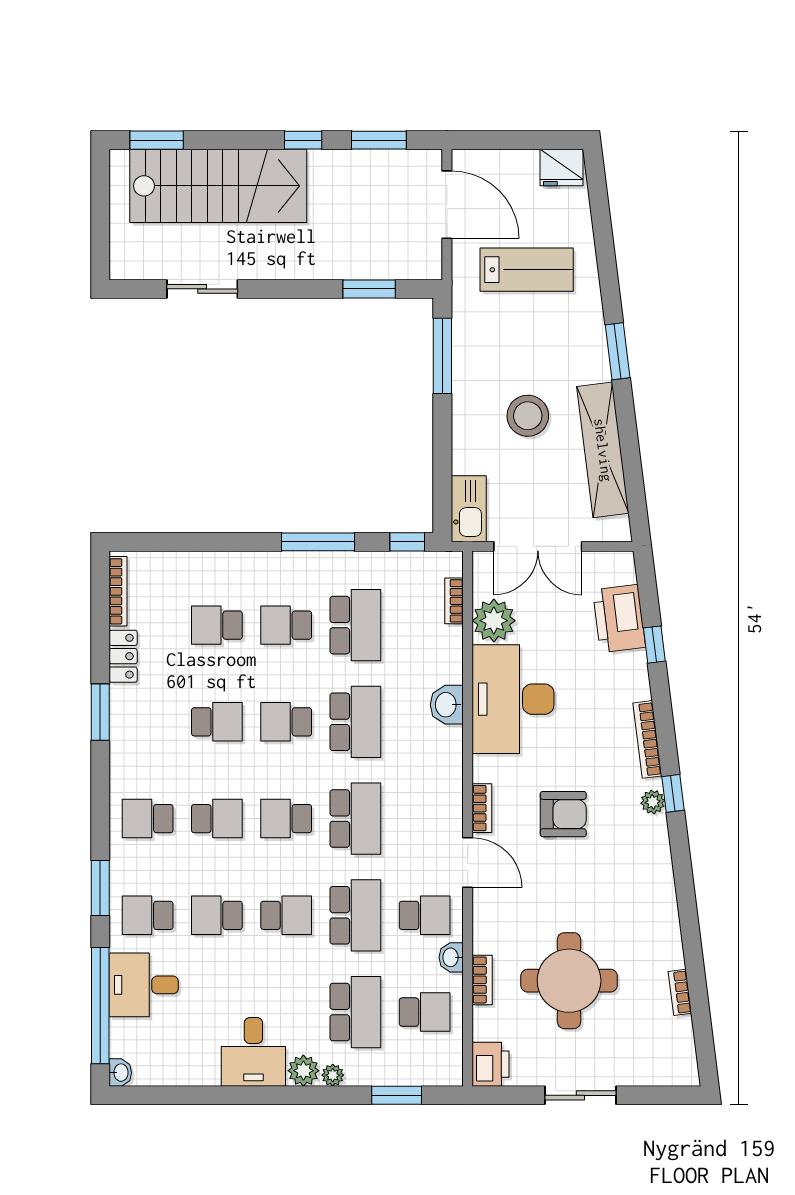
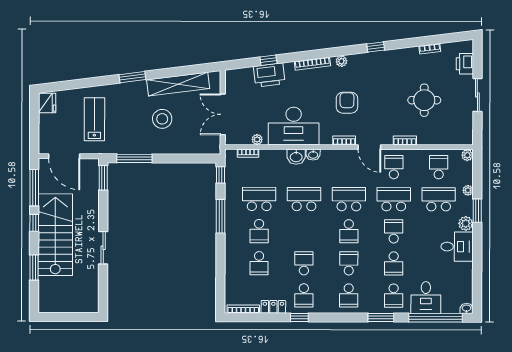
window: (157, 140) -> (34, 267), moved
window: (379, 140) -> (34, 188), width x1.44
stairs: (218, 186) -> (55, 235), moved
door: (447, 205) -> (64, 156), swing flipped
sliding door: (202, 289) -> (103, 248), moved
window: (369, 289) -> (103, 178), moved
kitchen sink: (469, 509) -> (205, 146), removed
double door: (538, 546) -> (223, 114), swing flipped
printer: (619, 619) -> (269, 75), moved
plant: (494, 621) -> (257, 139), width x0.53, depth x0.53
window: (100, 712) -> (299, 317), width x0.67
school desk: (286, 722) -> (304, 295), moved
window: (673, 793) -> (376, 47), moved
door: (468, 863) -> (369, 147), swing flipped
washbasin: (451, 957) -> (313, 155), moved
bookcase: (482, 980) -> (405, 140), moved
round table: (569, 981) -> (424, 100), width x0.73, depth x0.73
printer: (490, 1064) -> (465, 64), moved, turned -90
plant: (451, 1074) -> (467, 155), added
plant: (333, 1075) -> (468, 190), moved
window: (397, 1095) -> (477, 211), moved

